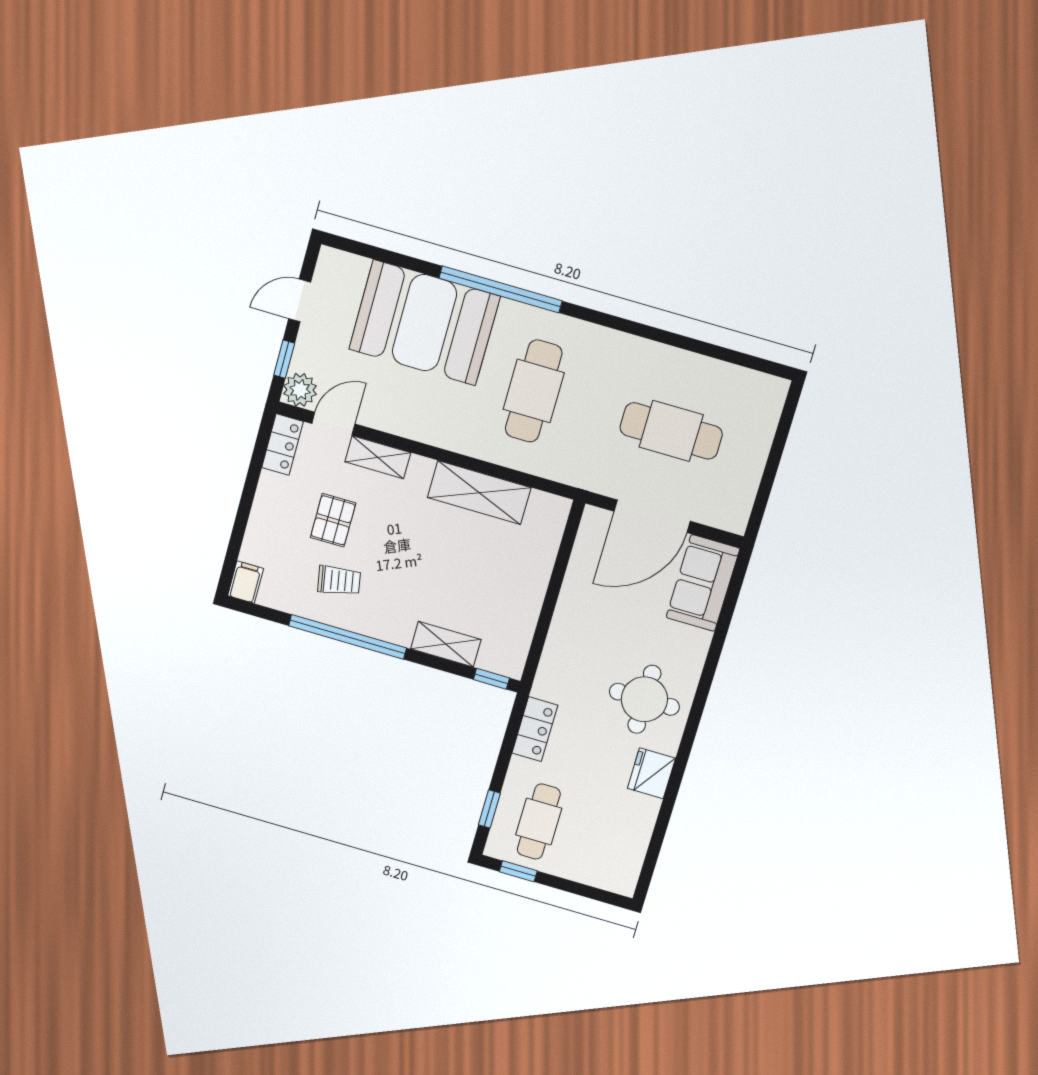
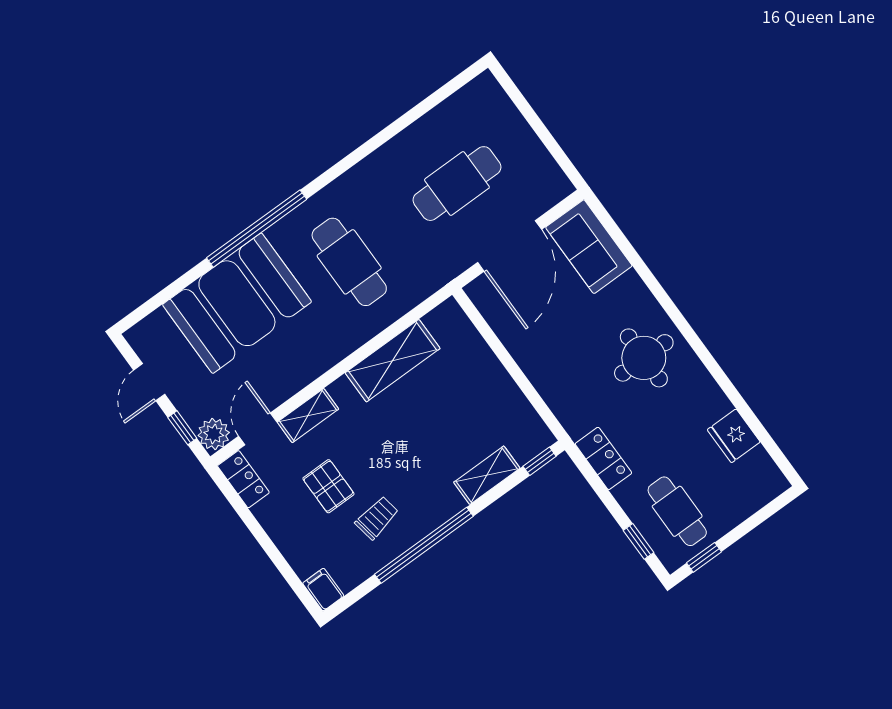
fridge: (651, 773) -> (734, 436), moved

